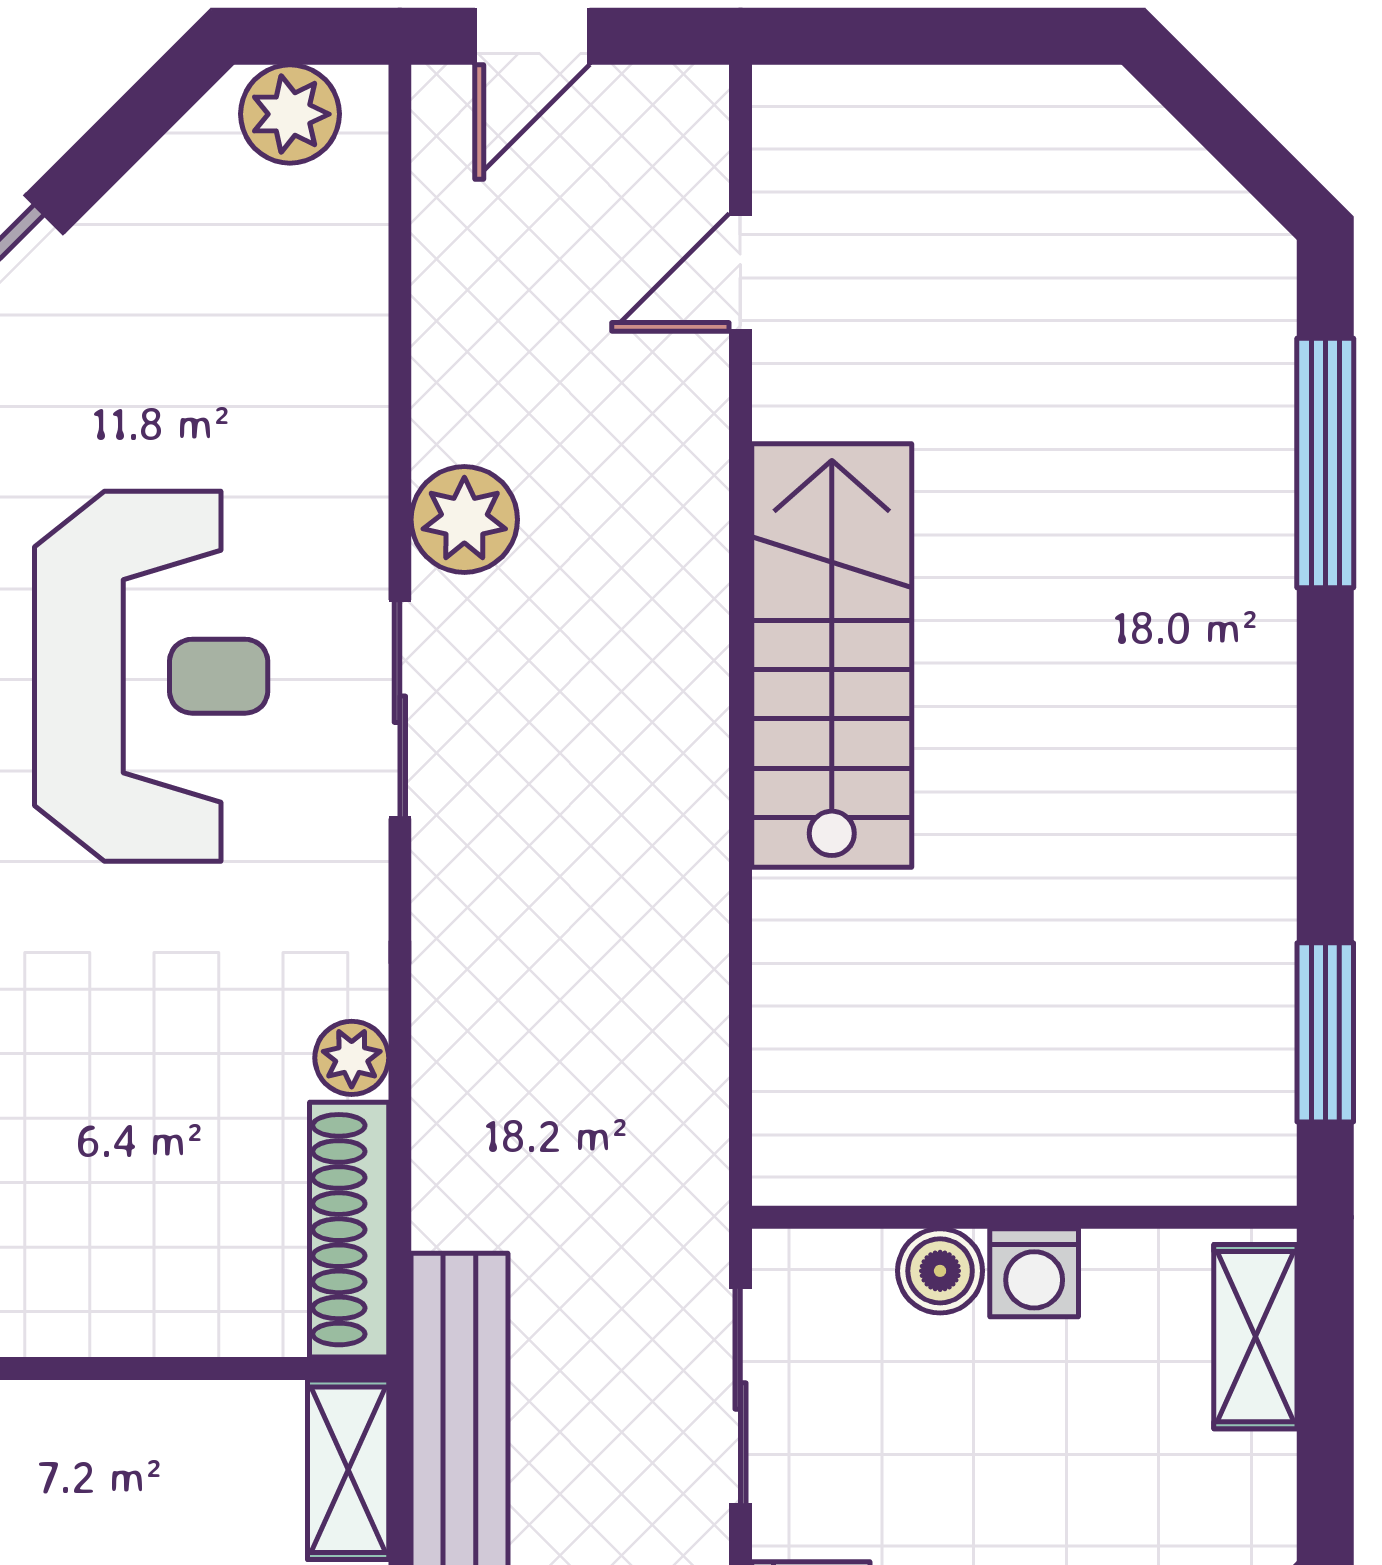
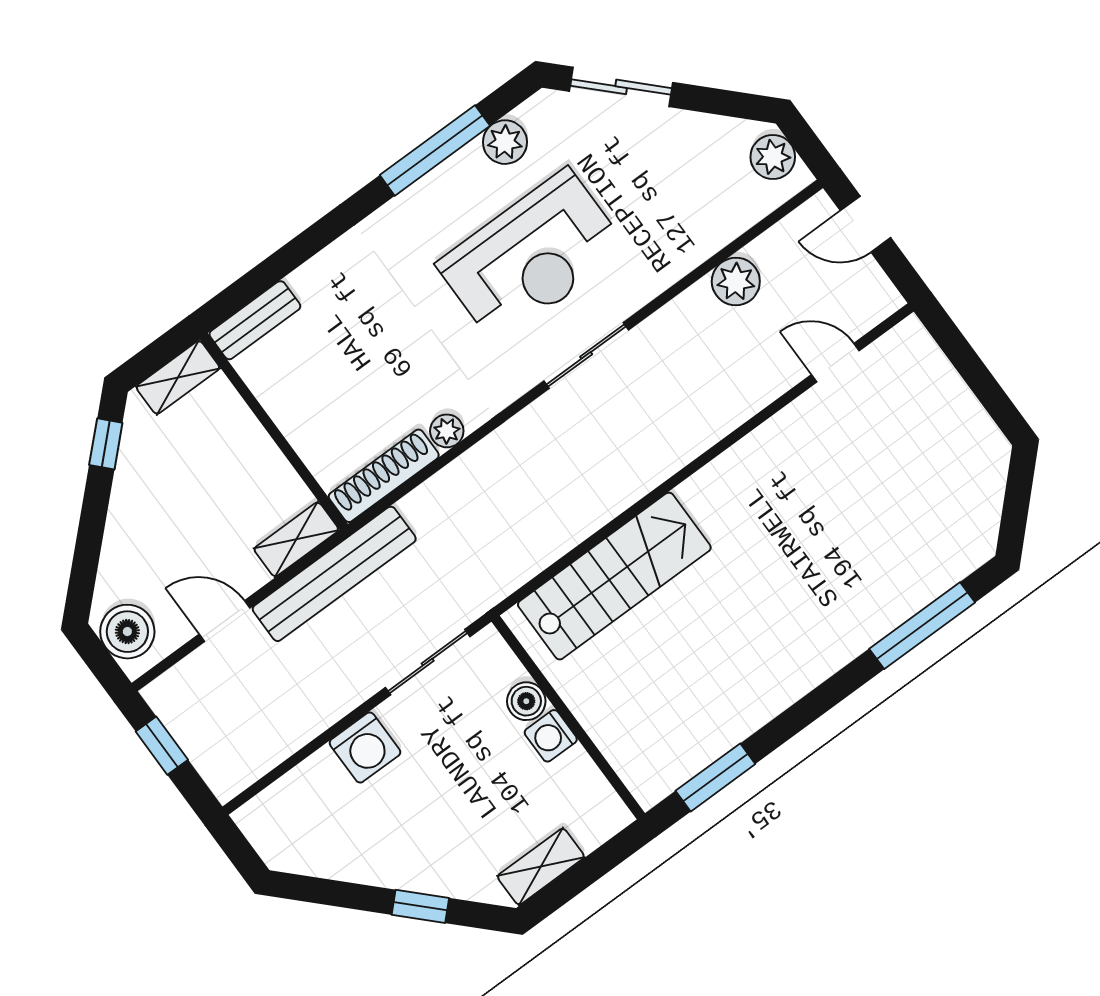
plant: (464, 520) -> (736, 282), moved
stairs: (832, 655) -> (614, 576), moved
shelving: (1255, 1337) -> (541, 867), moved

